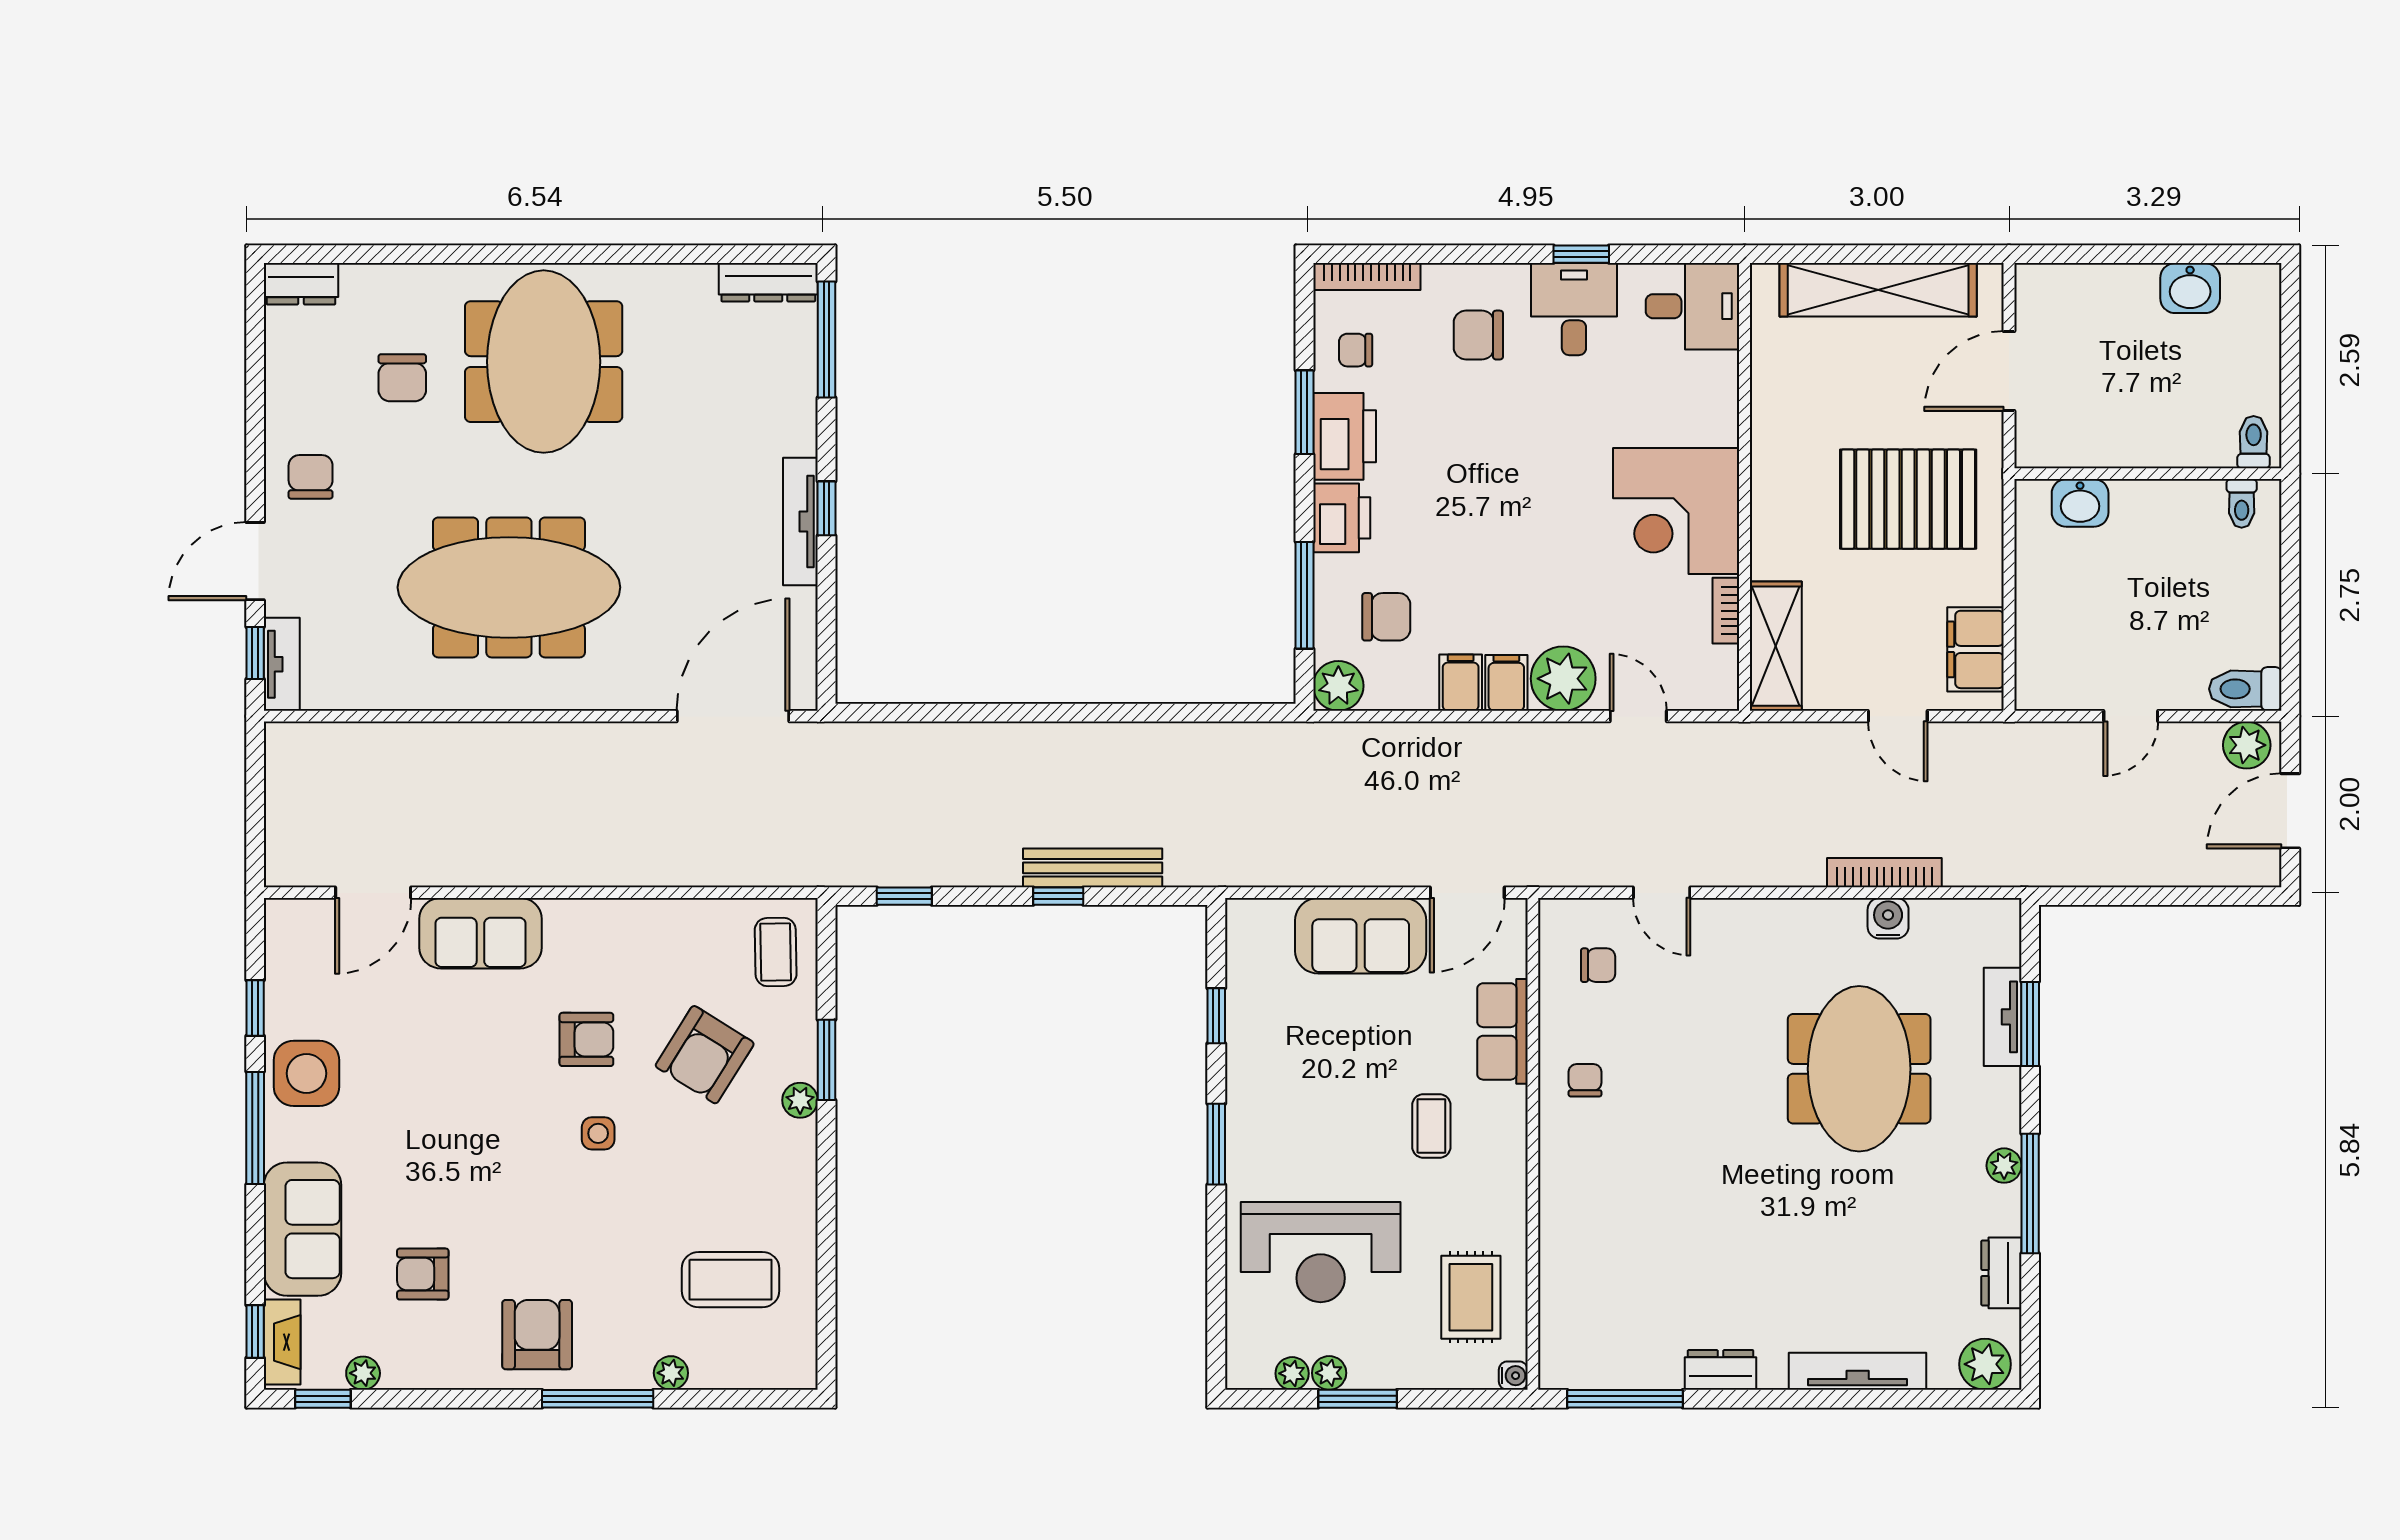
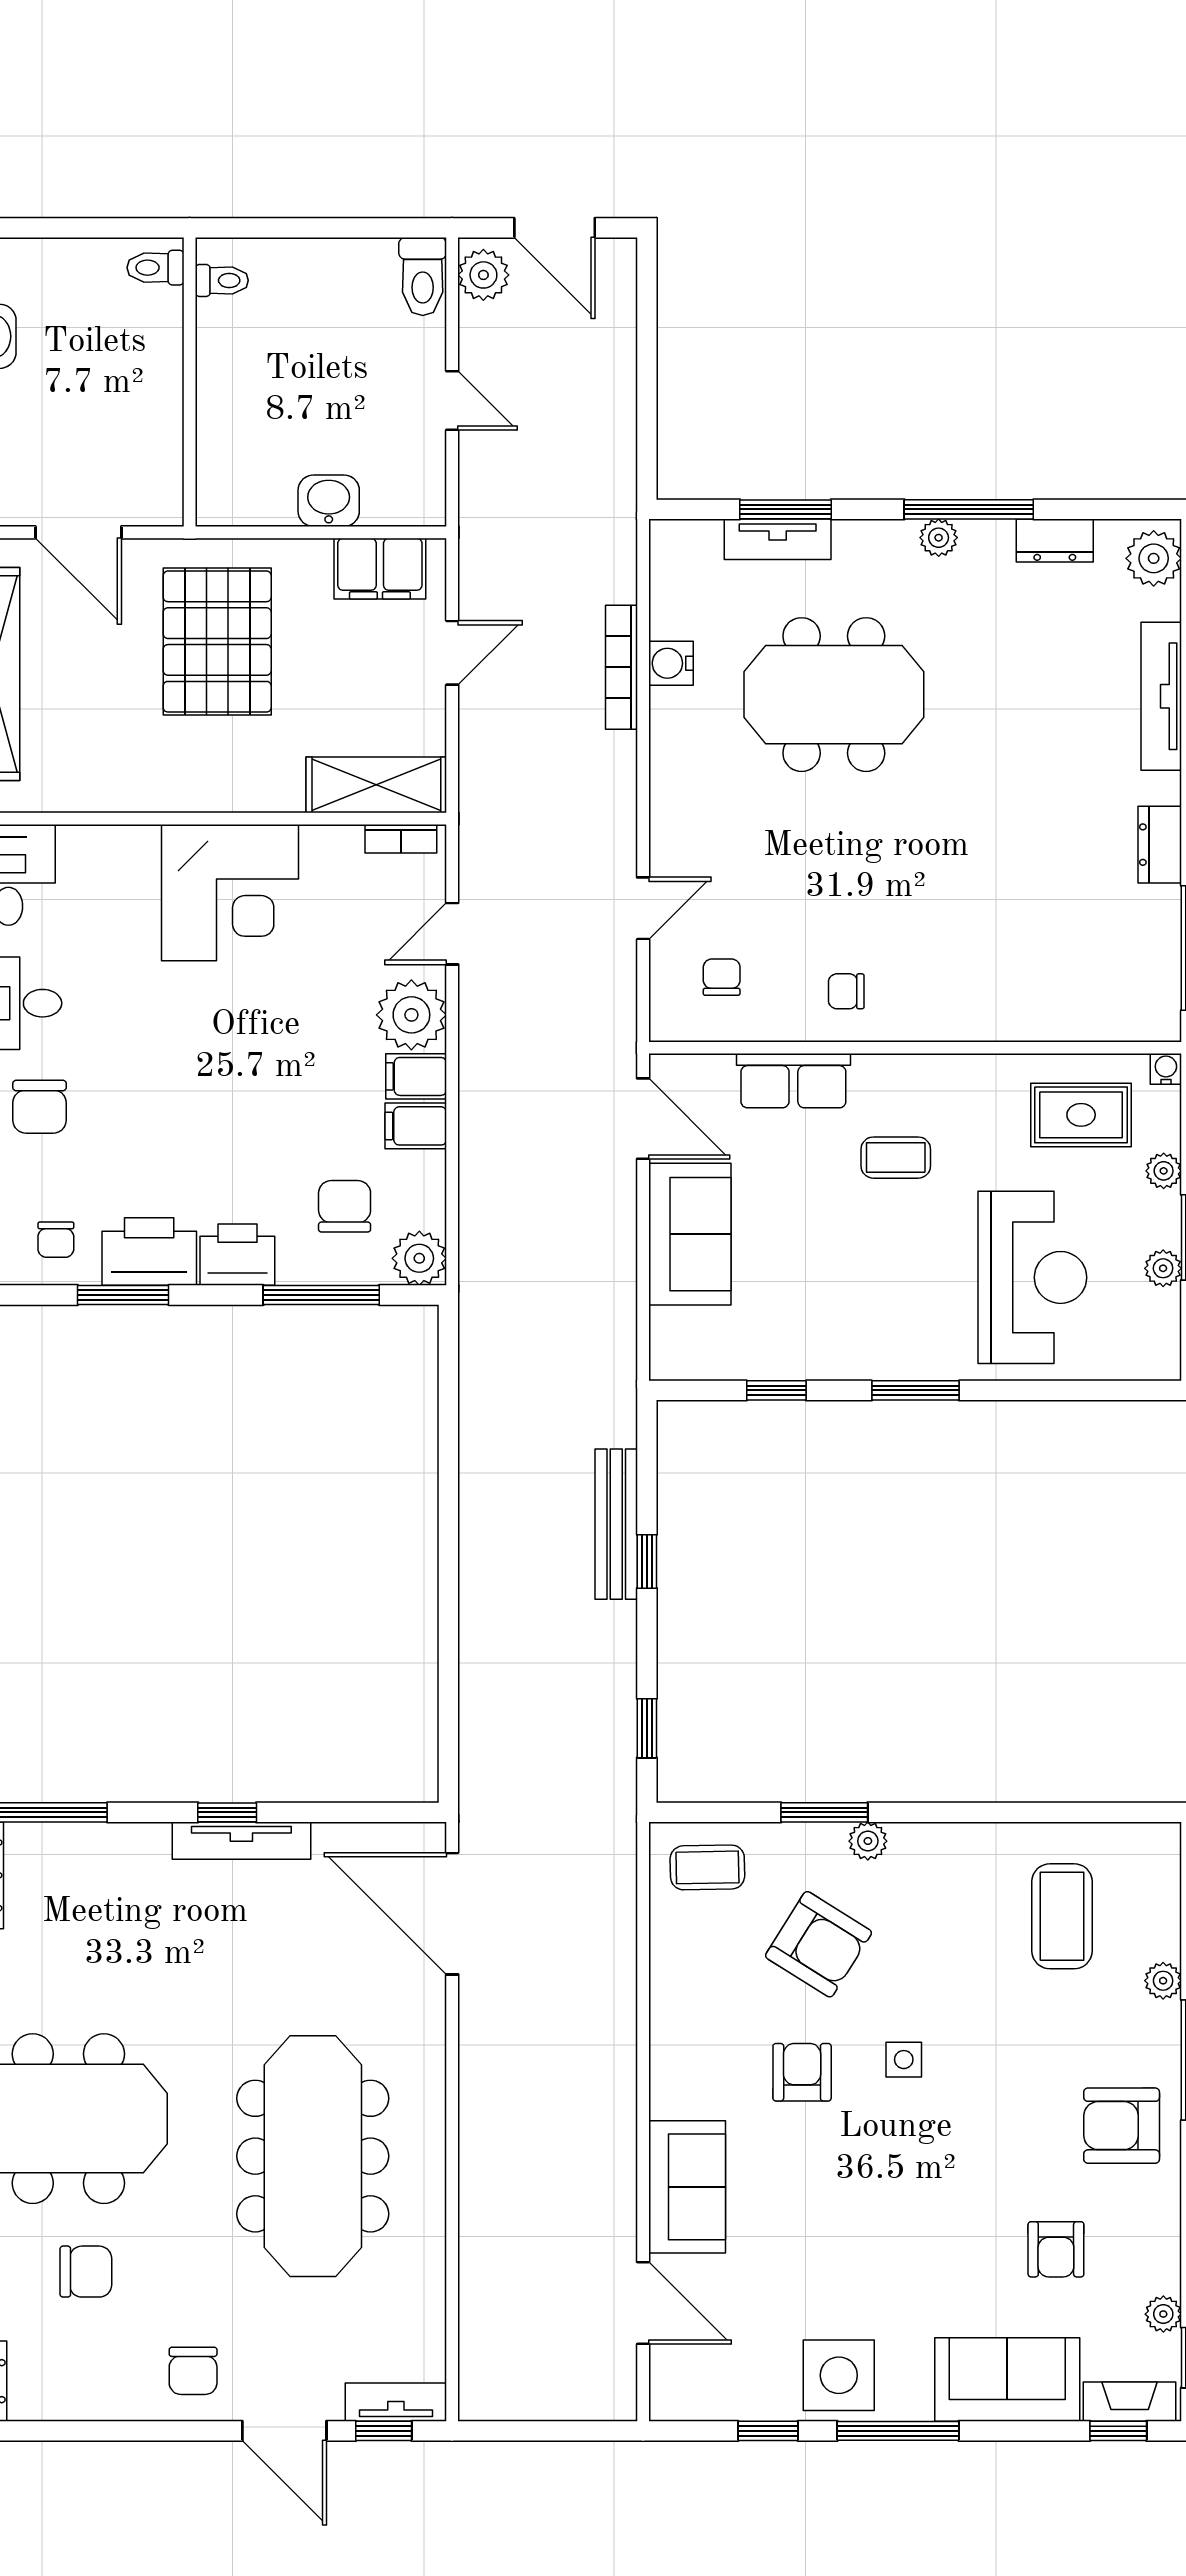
chair: (311, 477) -> (193, 2371), turned -90
washbasin: (2080, 503) -> (329, 501), moved, turned -90
bookcase: (1726, 611) -> (401, 839), moved
plant: (1292, 1373) -> (1164, 1171), moved

